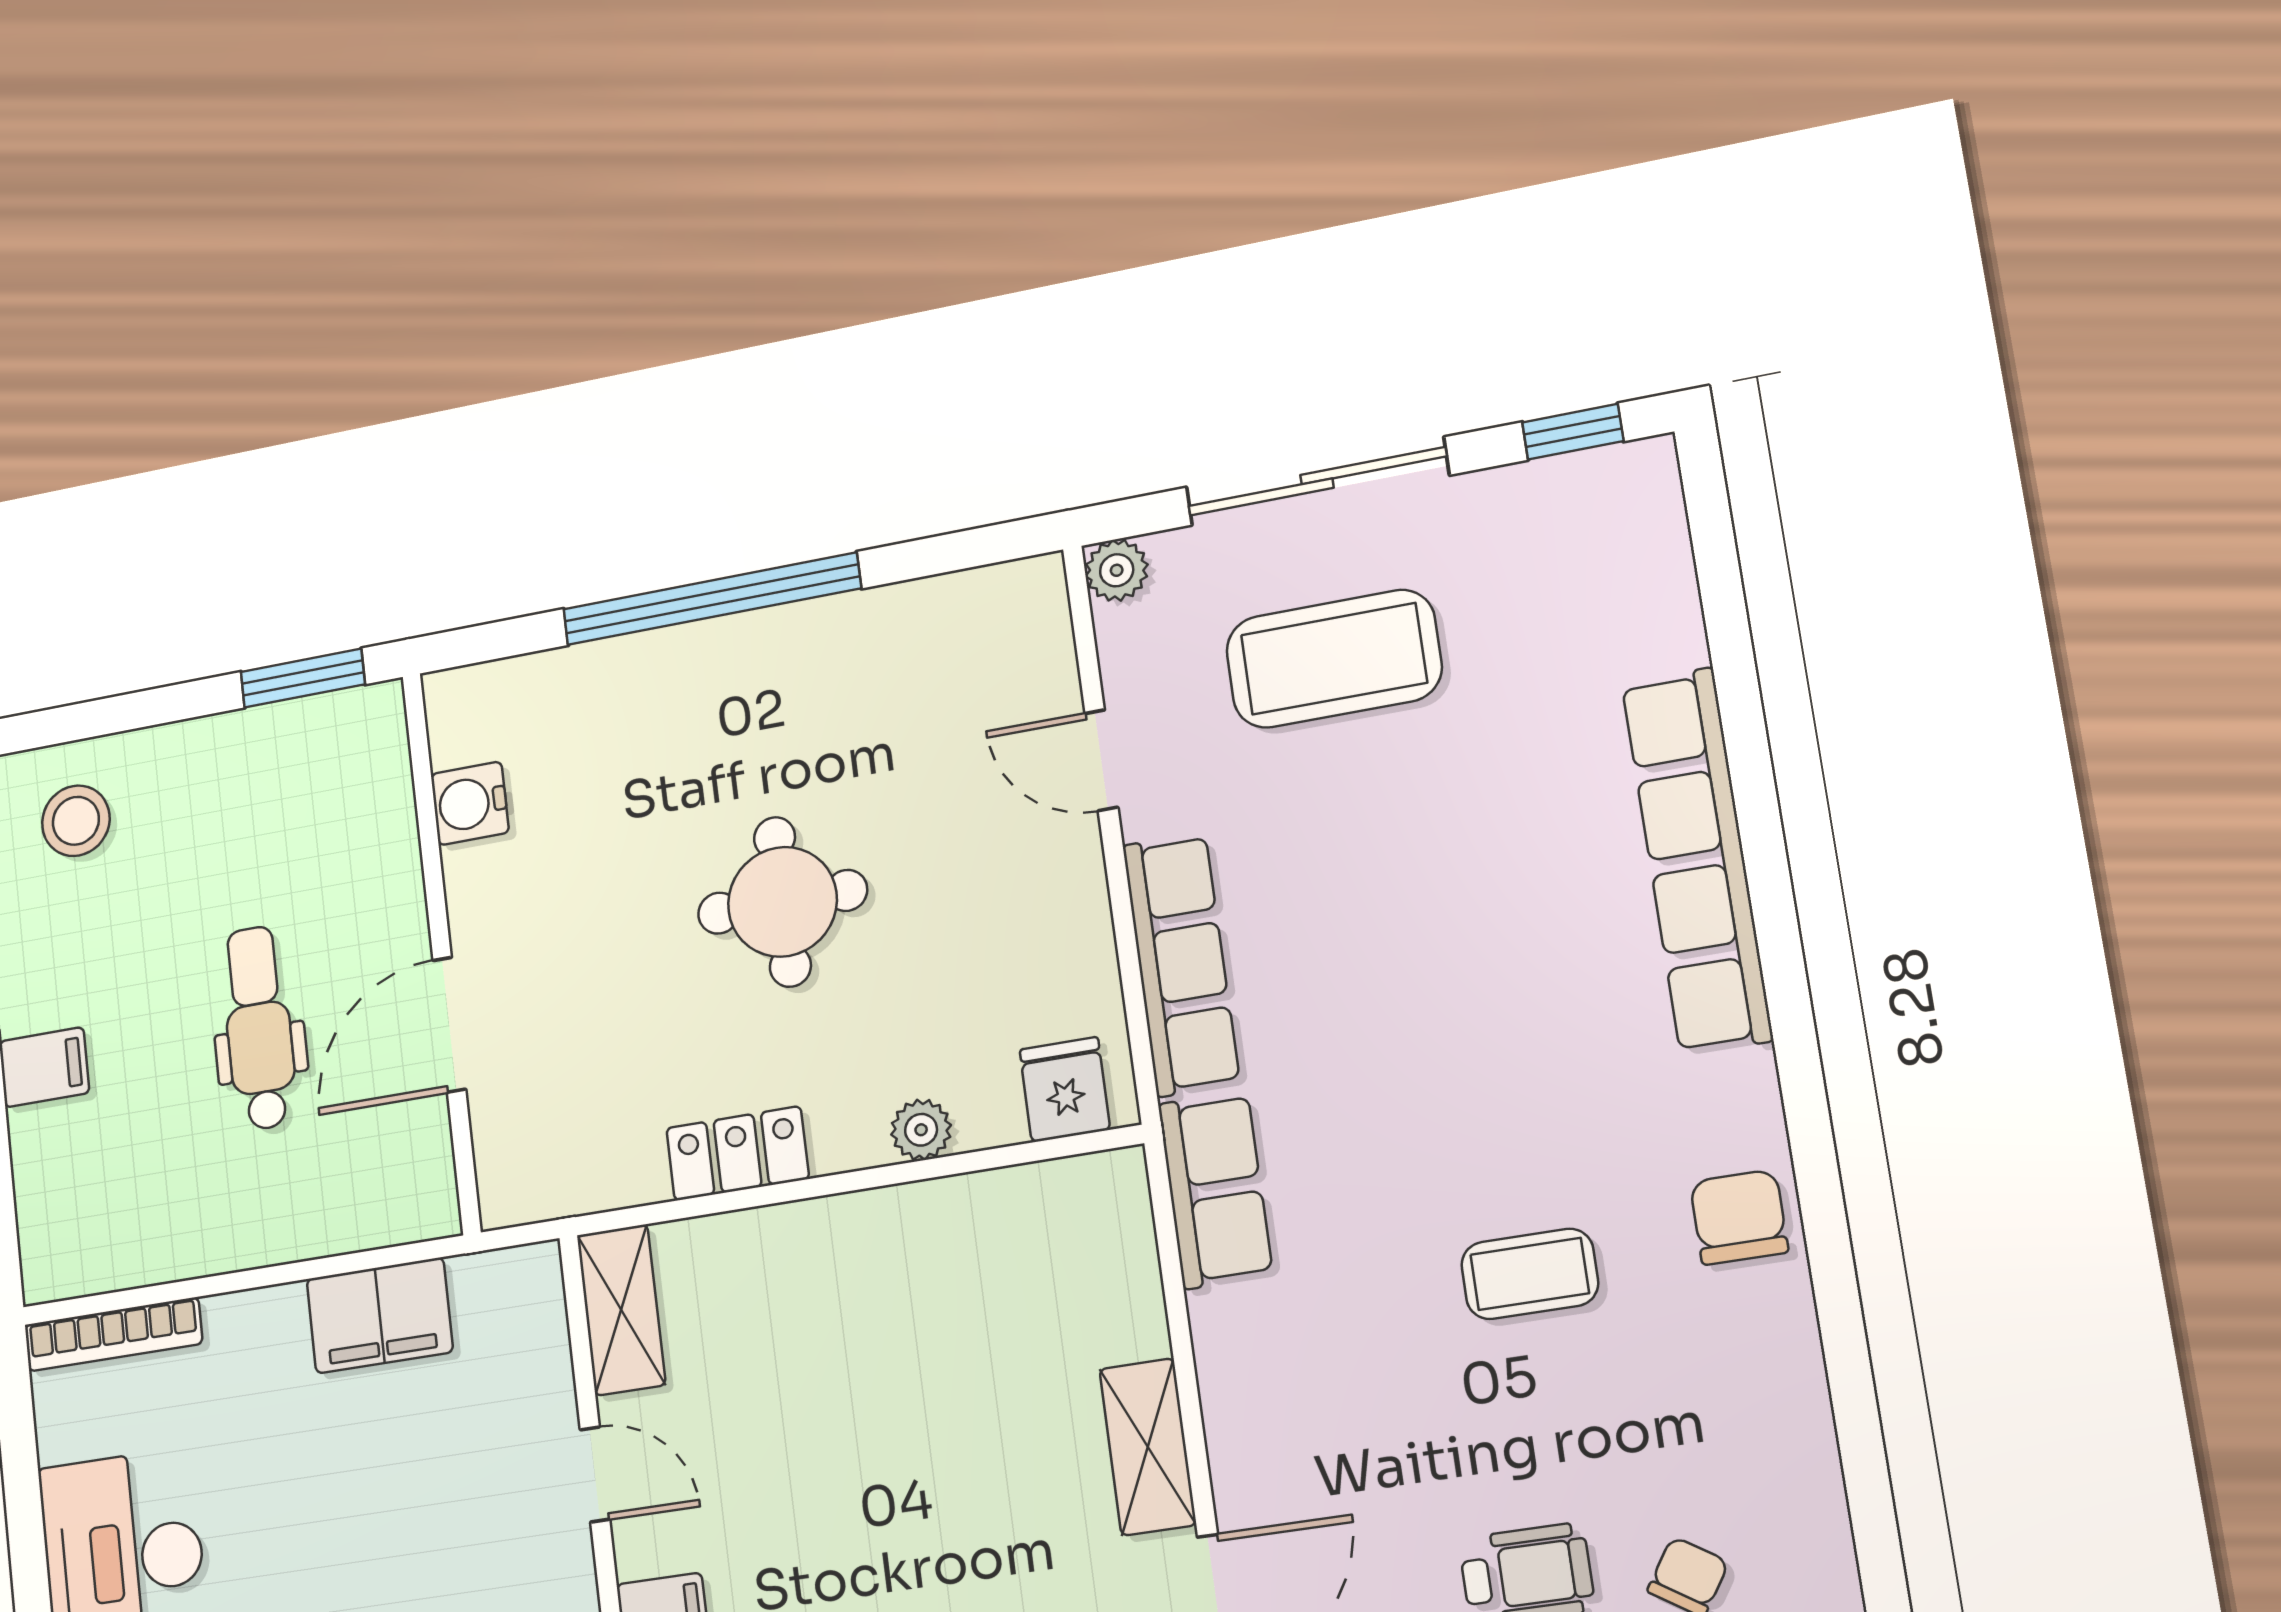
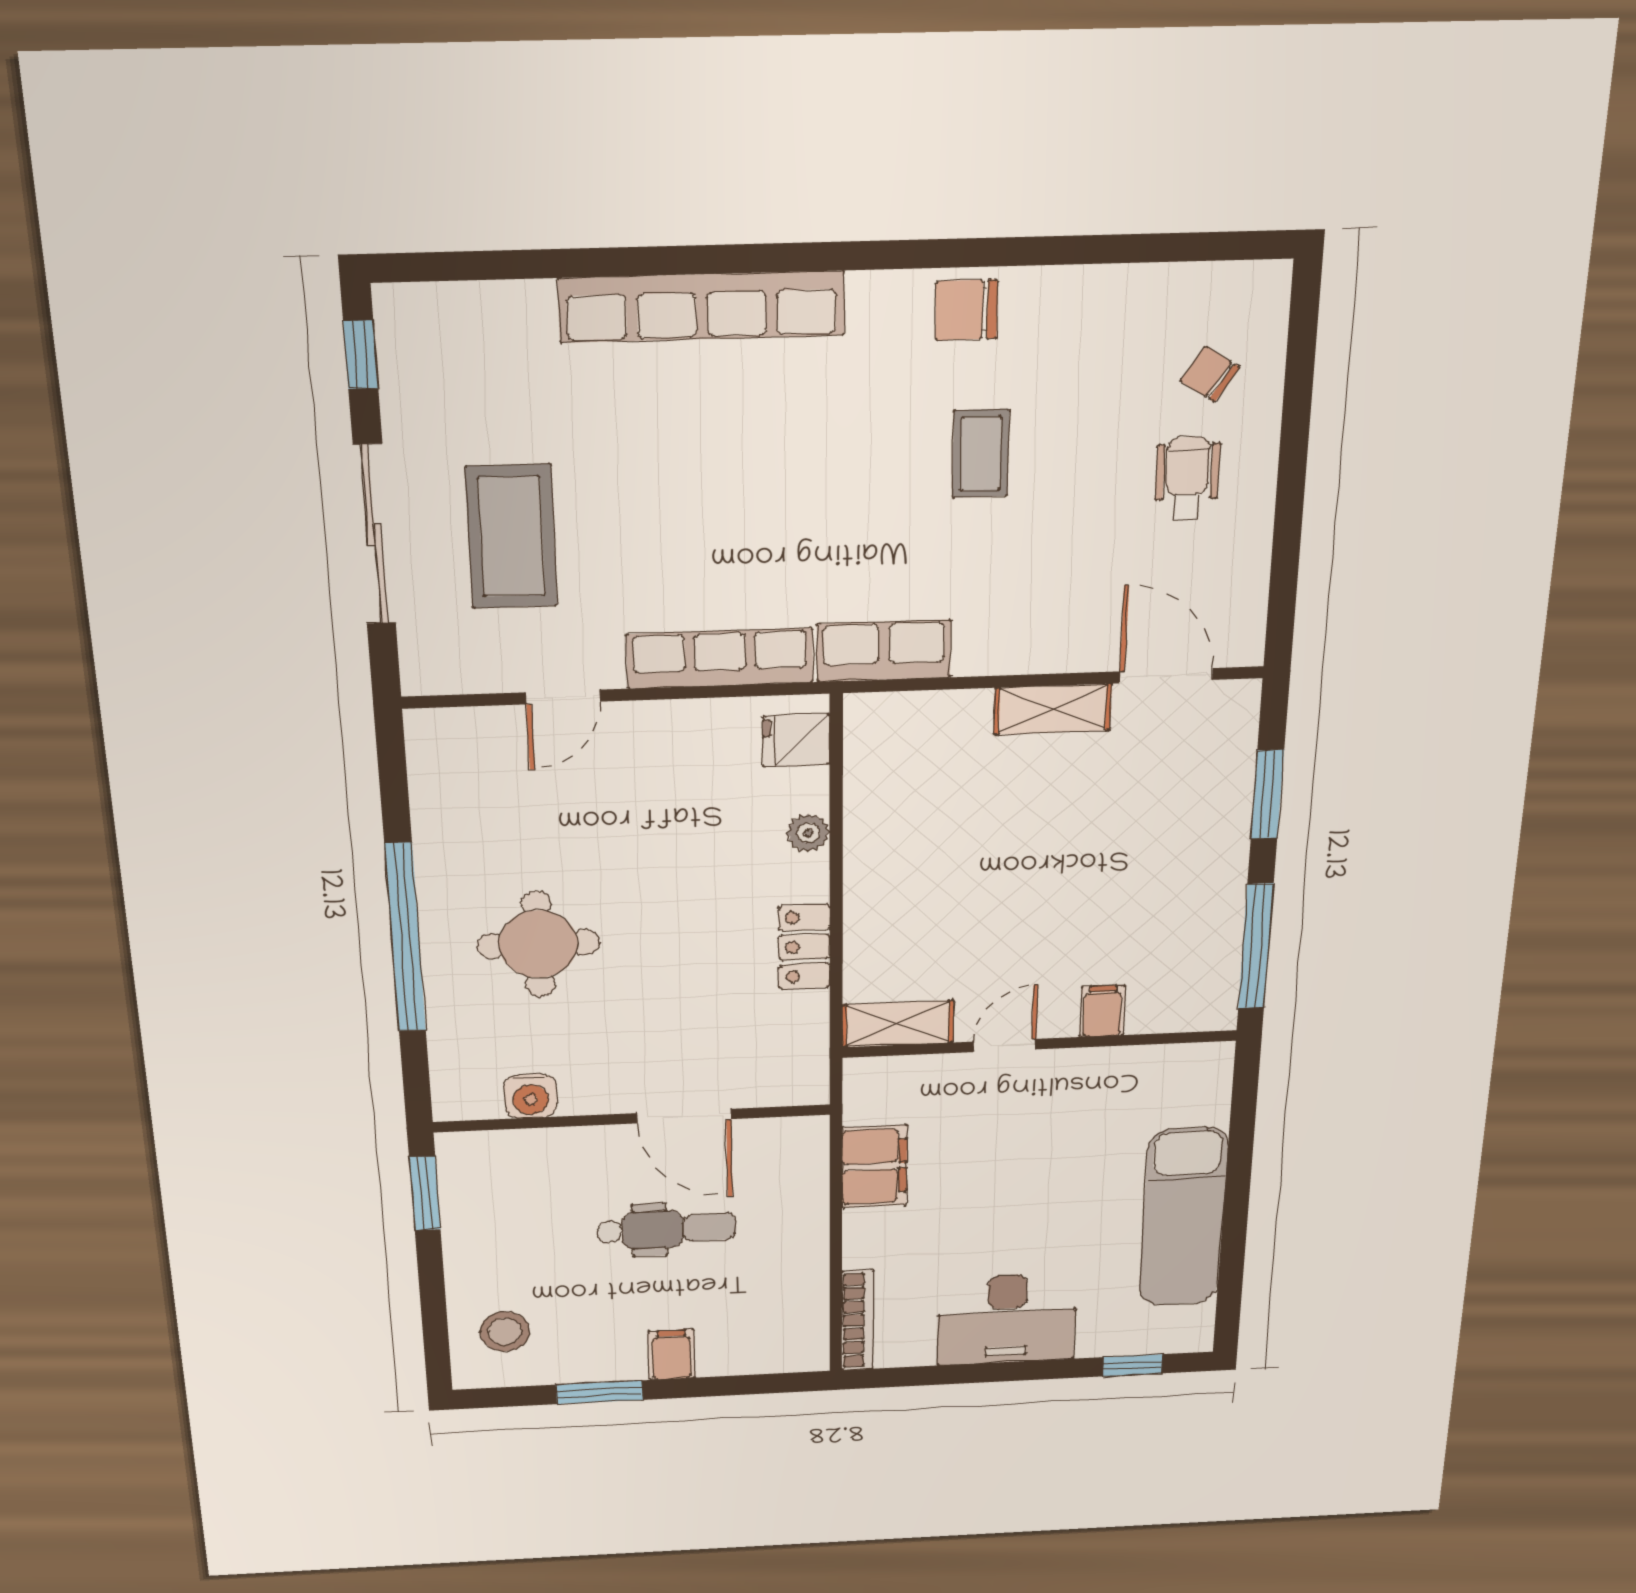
plant: (1117, 570) -> (423, 675), removed
round table: (782, 902) -> (538, 944), moved
dental chair: (259, 1028) -> (667, 1229), turned 180

